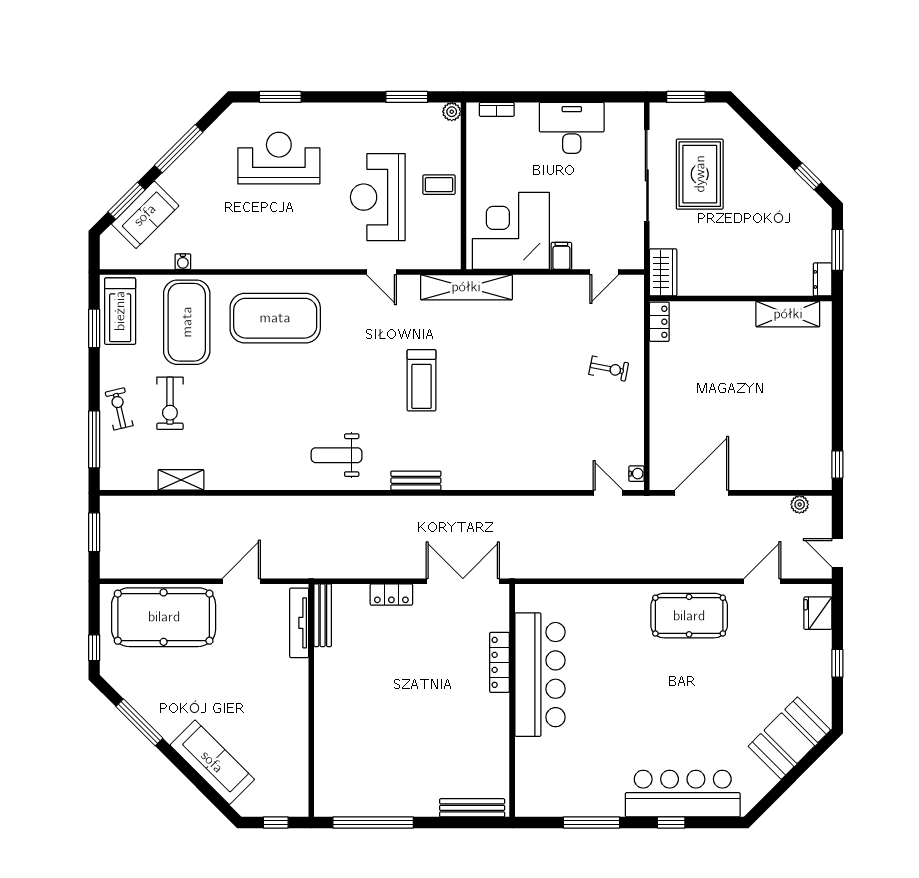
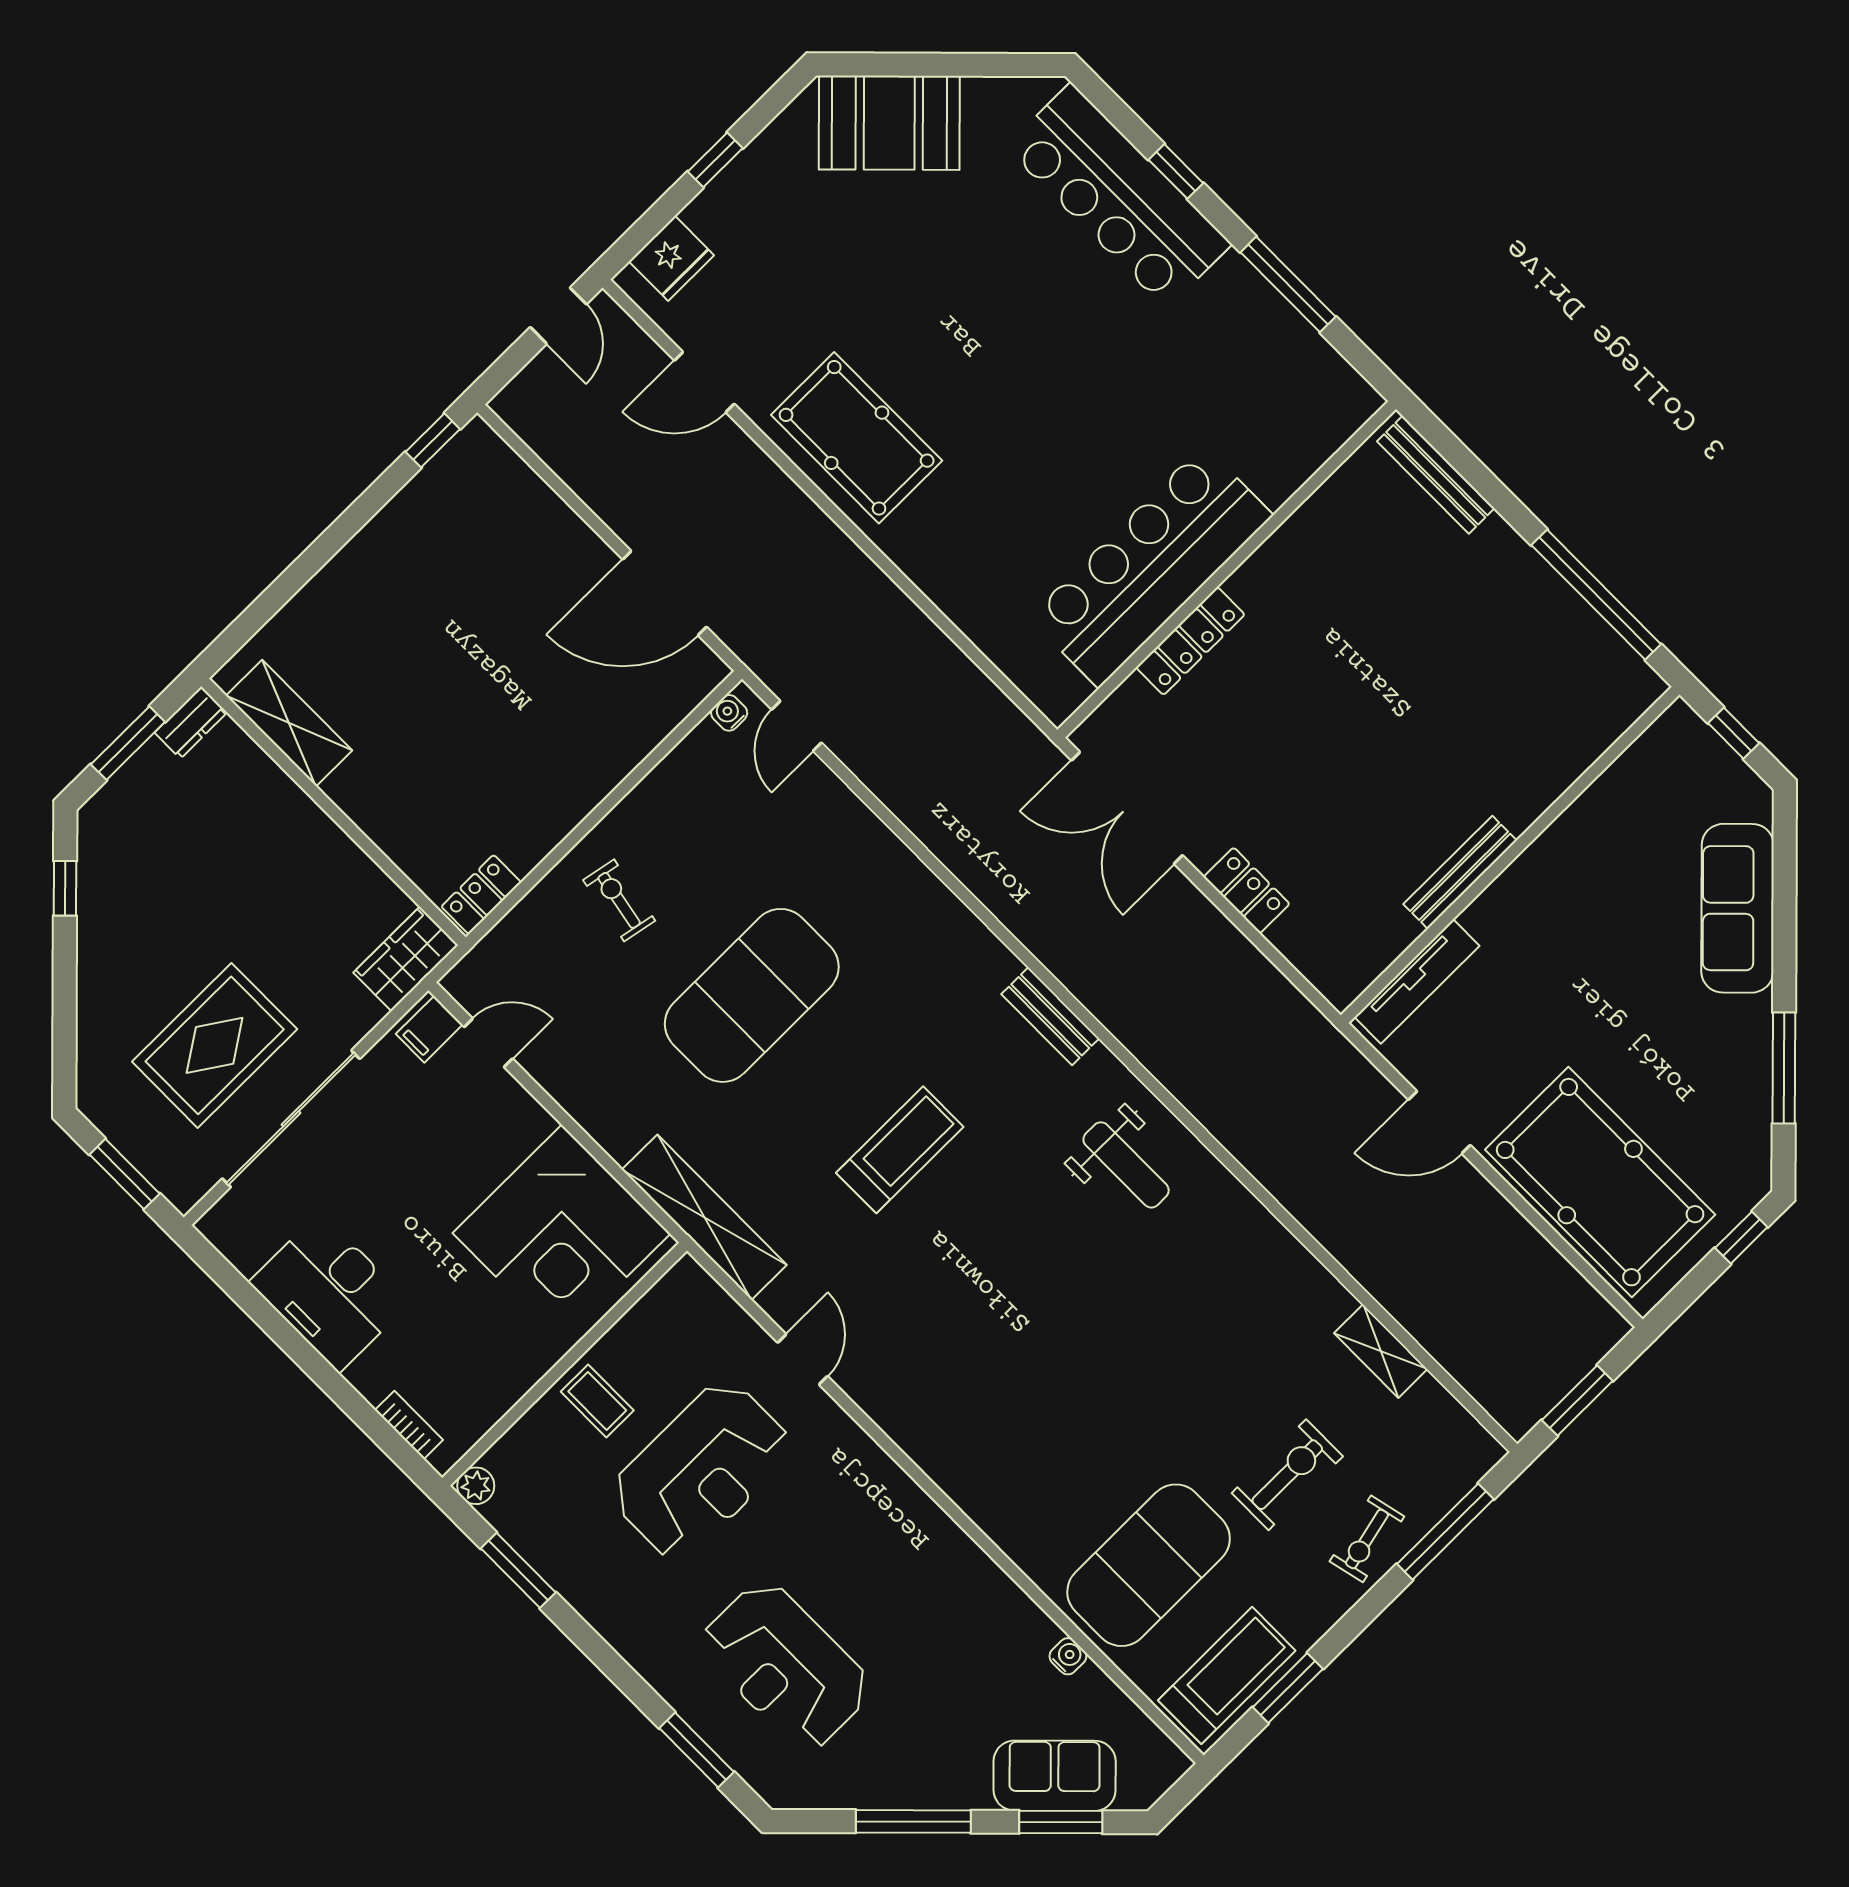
filing cabinet: (561, 256) -> (429, 1029), moved
exercise mat: (275, 318) -> (752, 995), moved, turned 90
plant: (800, 504) -> (543, 438), removed
bench: (323, 615) -> (1460, 872), moved

